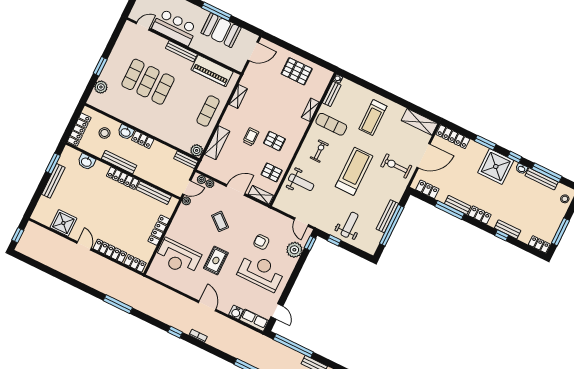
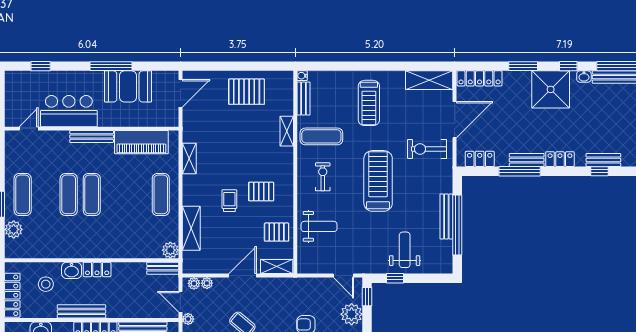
exercise mat: (133, 74) -> (23, 194), moved
door: (187, 187) -> (180, 302), swing flipped

